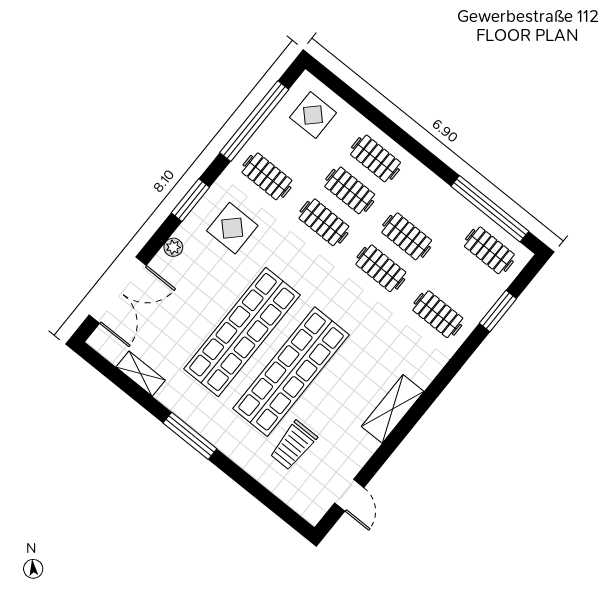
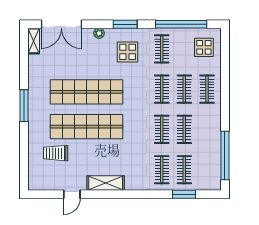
clothes rail: (489, 250) -> (184, 170), moved
shelving: (141, 374) -> (34, 41), moved
door: (349, 495) -> (72, 194), moved

